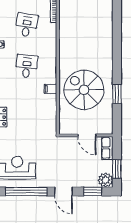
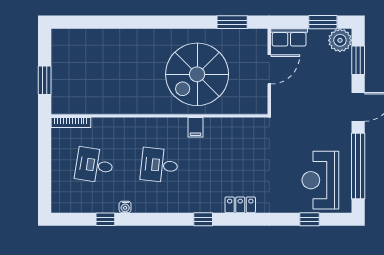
window: (117, 94) -> (232, 22), moved

